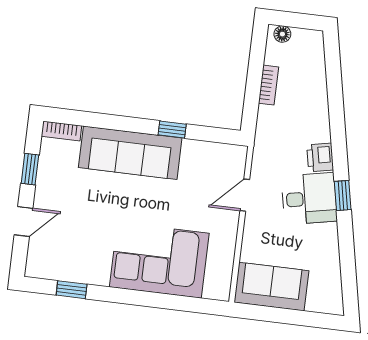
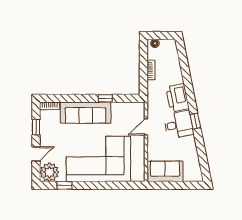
printer: (320, 157) -> (177, 98), width x1.87, depth x1.48
plant: (45, 260) -> (49, 172), added
corner sofa: (159, 260) -> (98, 159), width x1.36, depth x1.36

